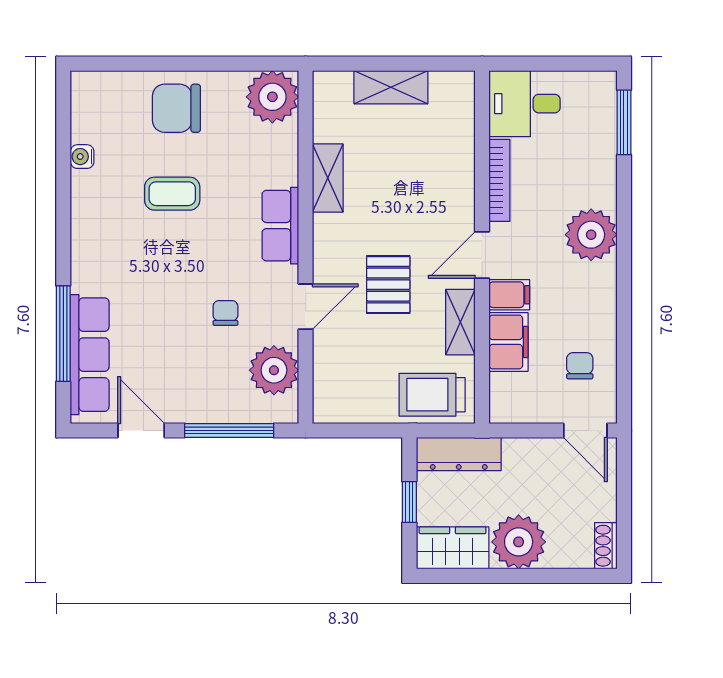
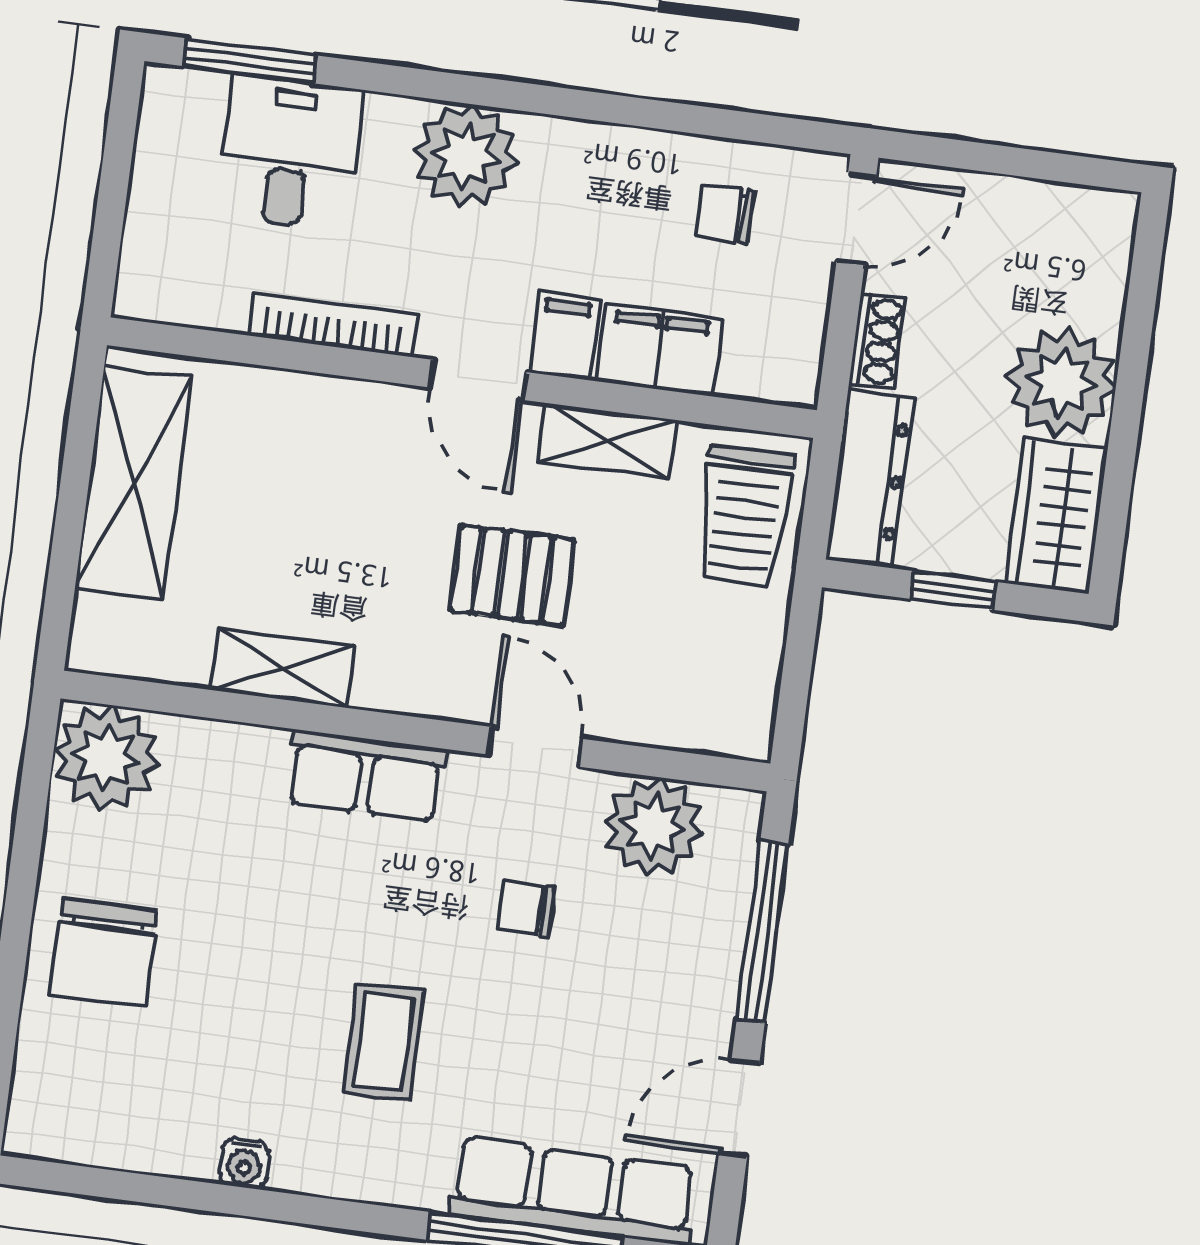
shelving: (391, 87) -> (134, 483), width x1.50, depth x1.33
desk: (525, 104) -> (289, 153), moved, turned 180
water cooler: (82, 157) -> (244, 1164), moved
coffee table: (172, 194) -> (383, 1042), moved
shoe rack: (606, 546) -> (877, 341), moved, turned -90

